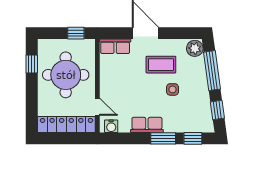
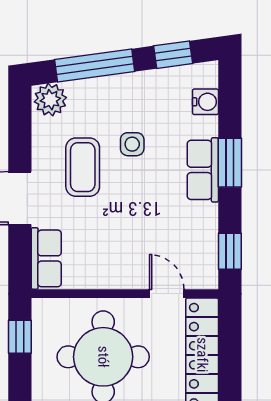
door: (97, 107) -> (167, 294), hinge flipped
row of seats: (147, 125) -> (203, 170), moved
water cooler: (111, 126) -> (205, 102), moved
window: (193, 138) -> (230, 251), moved

